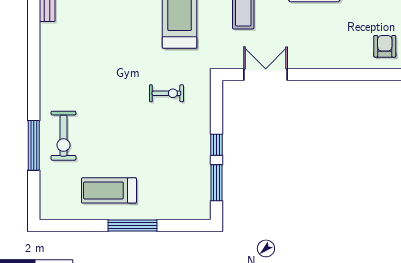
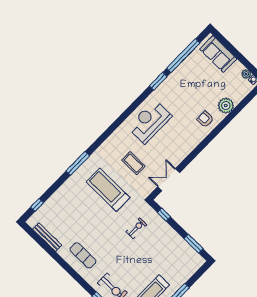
exercise mat: (68, 60) -> (83, 255), added
window: (217, 145) -> (164, 215), moved

